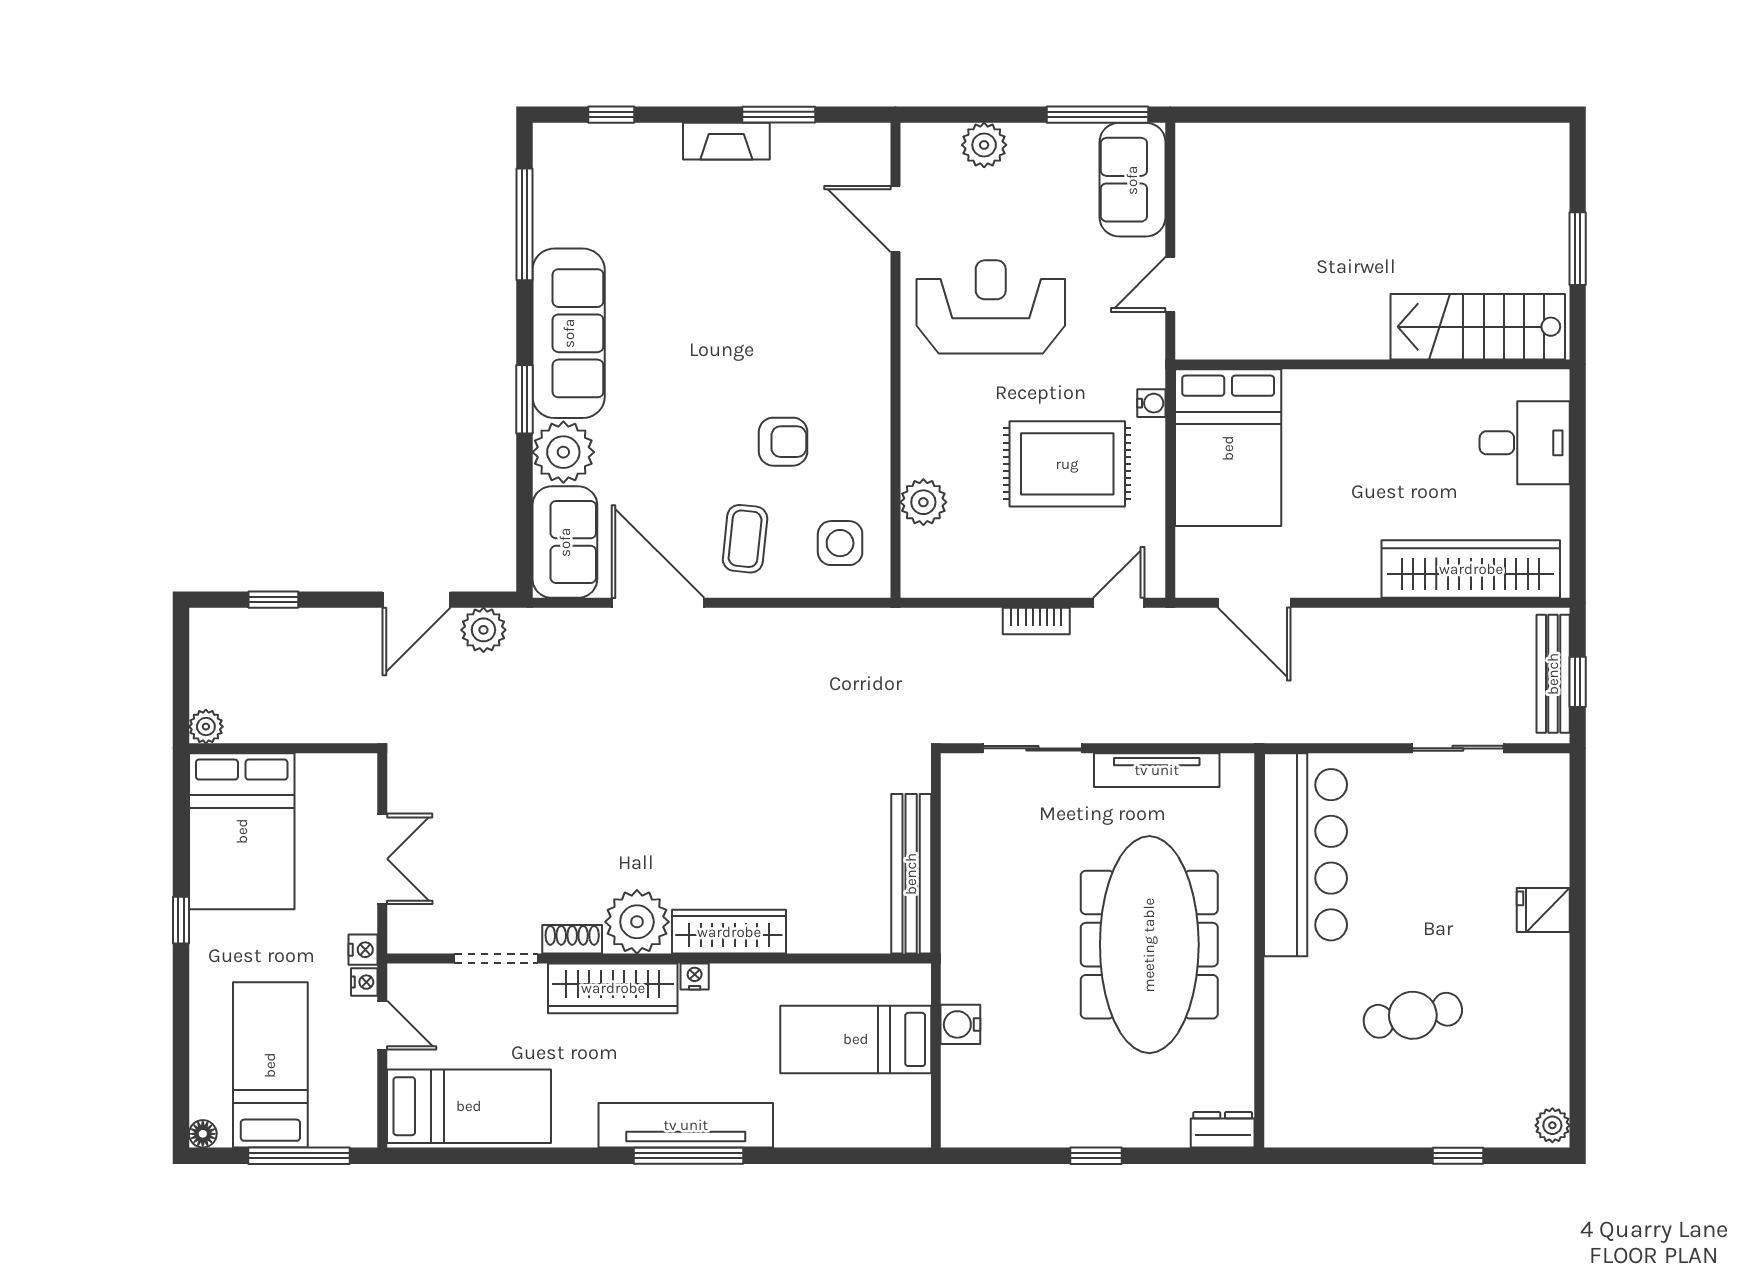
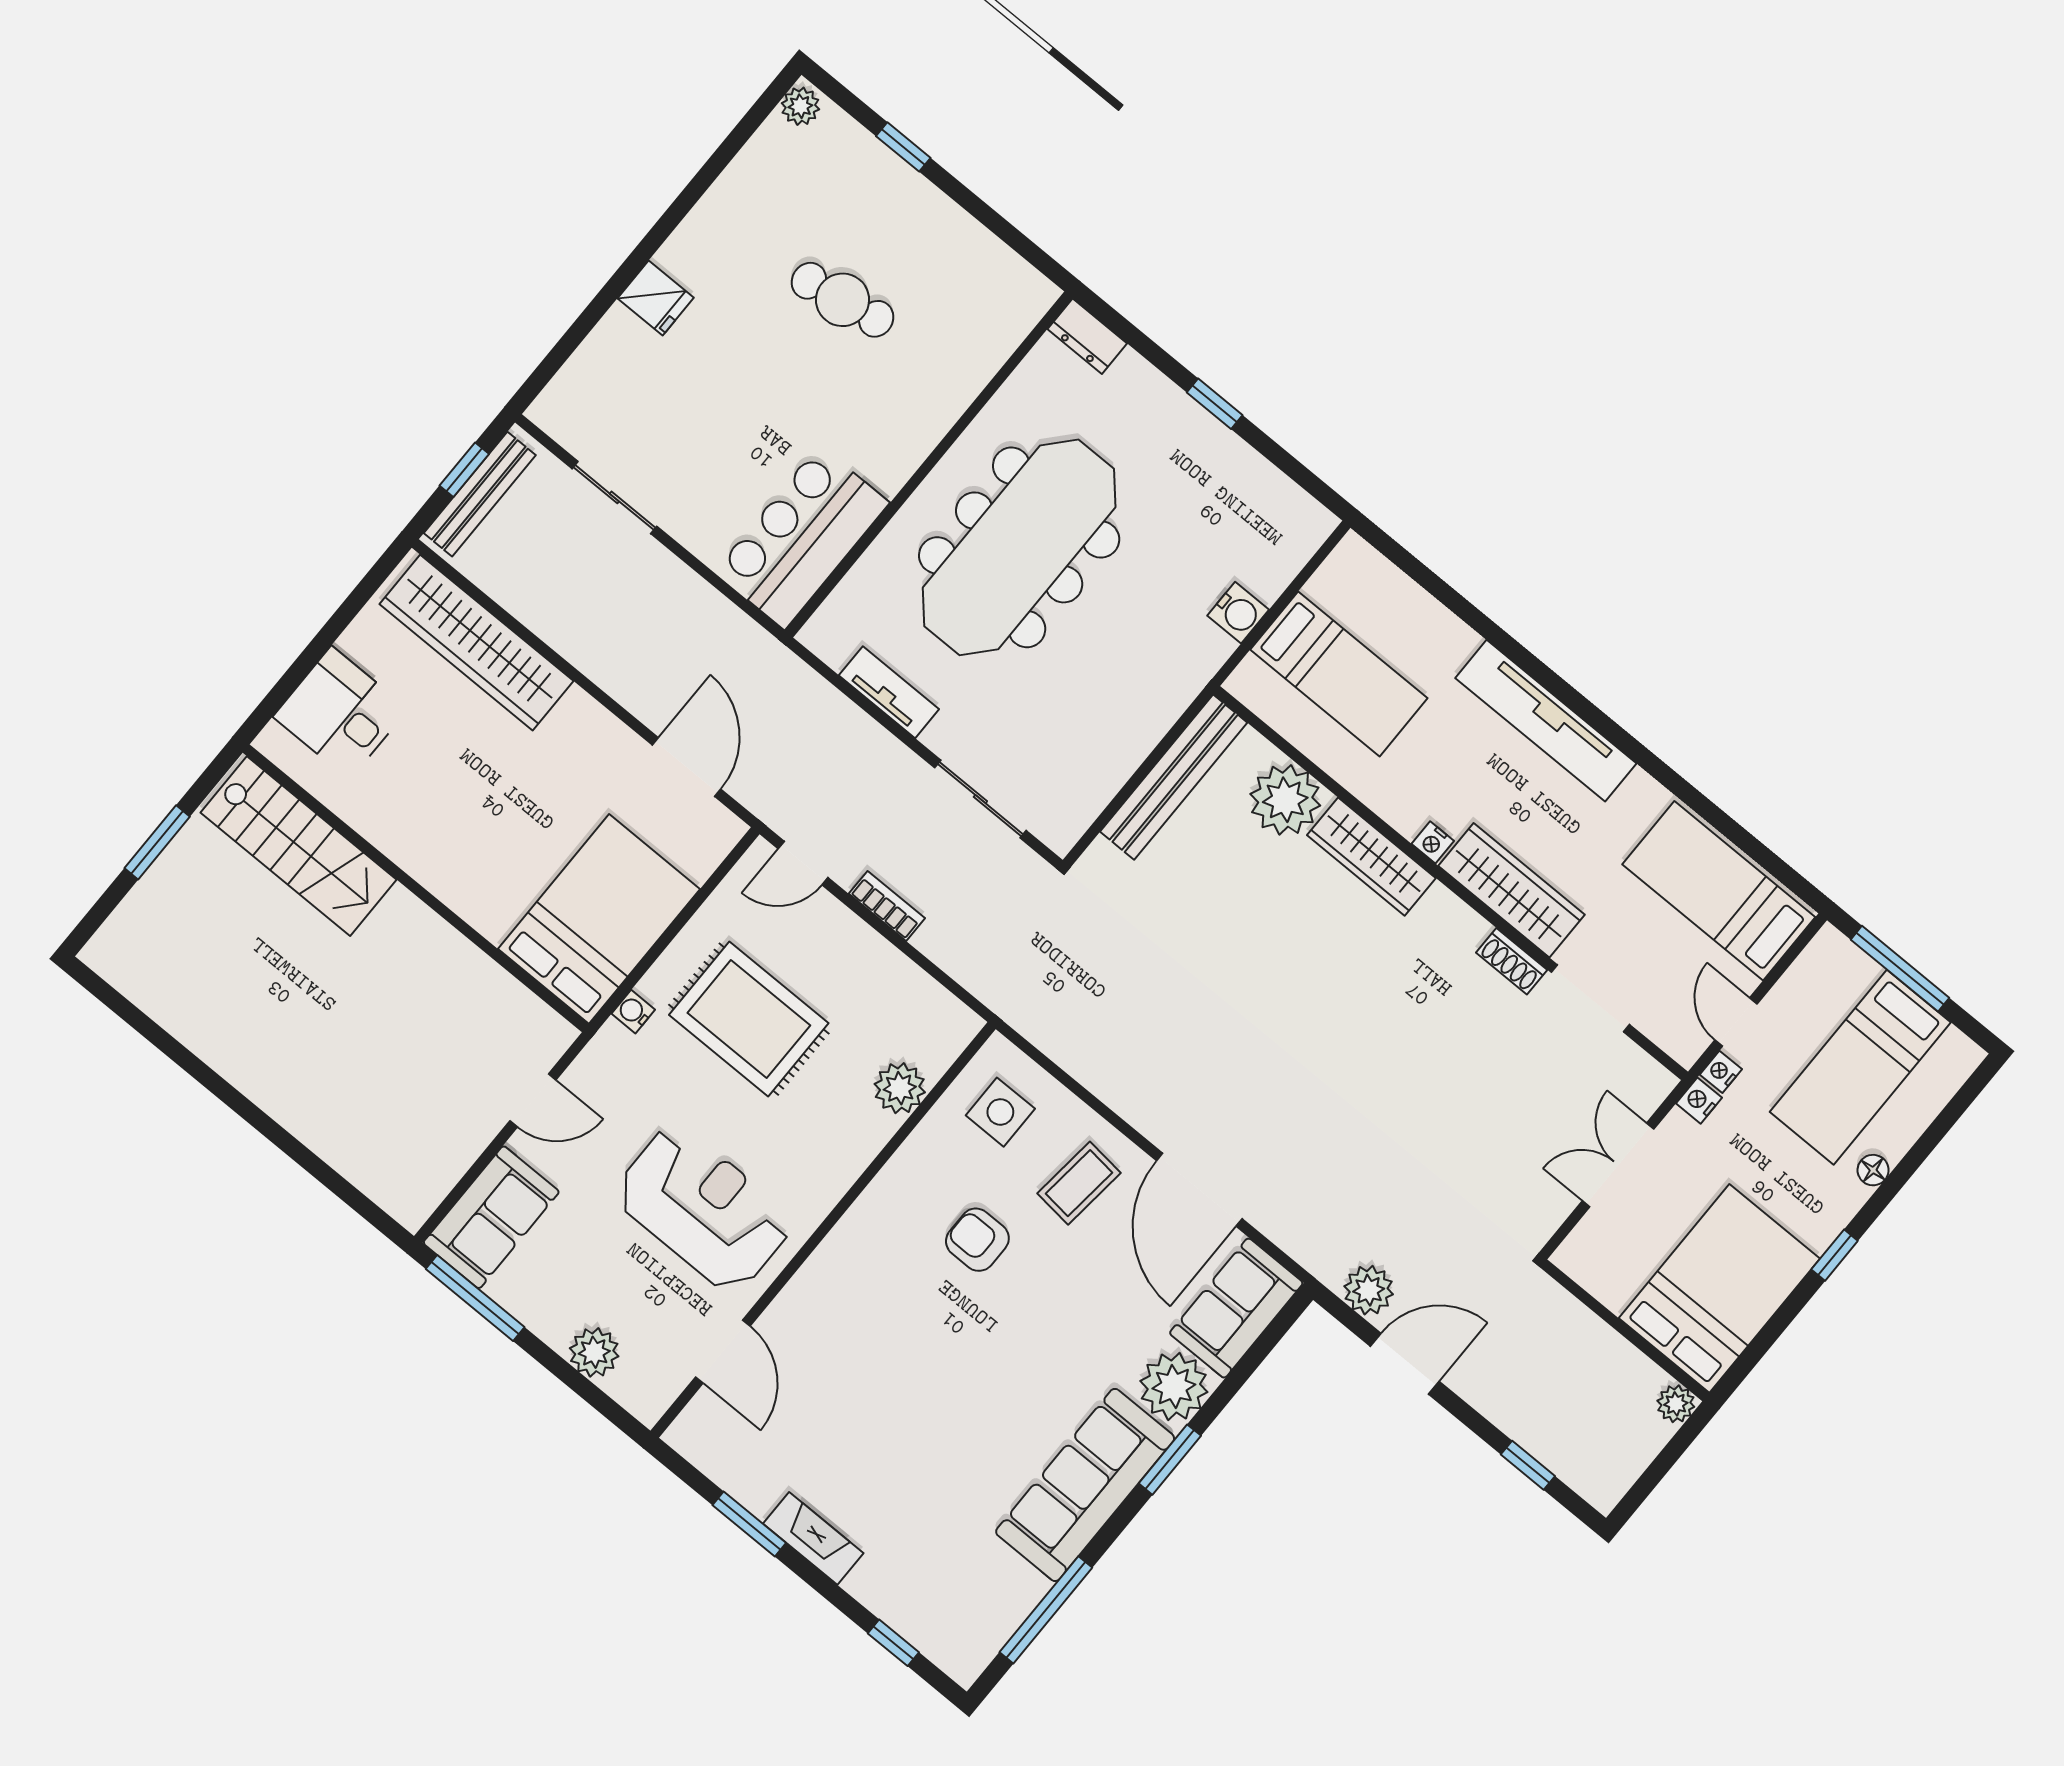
reception desk: (991, 307) -> (703, 1208), turned 180
tv unit: (1157, 770) -> (889, 692), width x0.71
bar counter: (1305, 855) -> (802, 537), width x0.73
plant: (637, 922) -> (1285, 800), moved
floor lamp: (203, 1134) -> (1873, 1170), moved
window: (688, 1156) -> (1565, 693), removed

